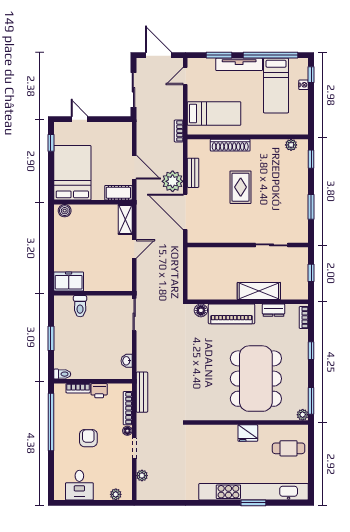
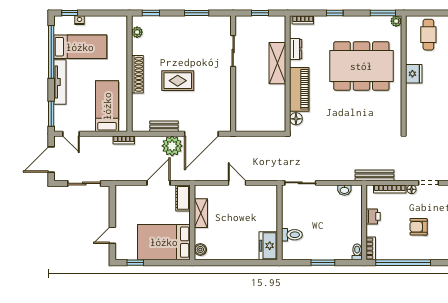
window: (219, 55) -> (51, 114), moved
shoe rack: (230, 145) -> (137, 74), moved
shelving: (125, 219) -> (201, 213), moved, turned 90
bookcase: (78, 388) -> (371, 248), moved

